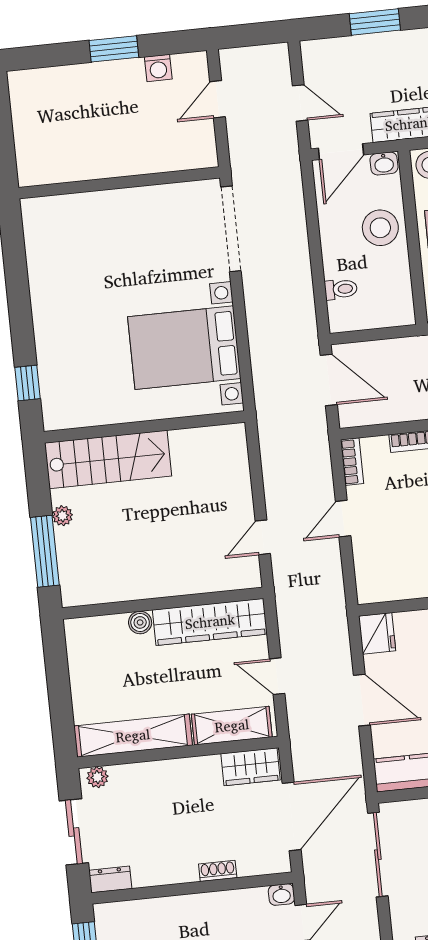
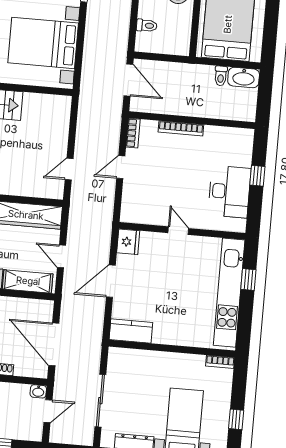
door: (362, 700) -> (111, 281), swing flipped
wardrobe: (251, 767) -> (34, 309), removed
door: (292, 816) -> (54, 344), swing flipped
sliding door: (378, 855) -> (100, 401), moved

